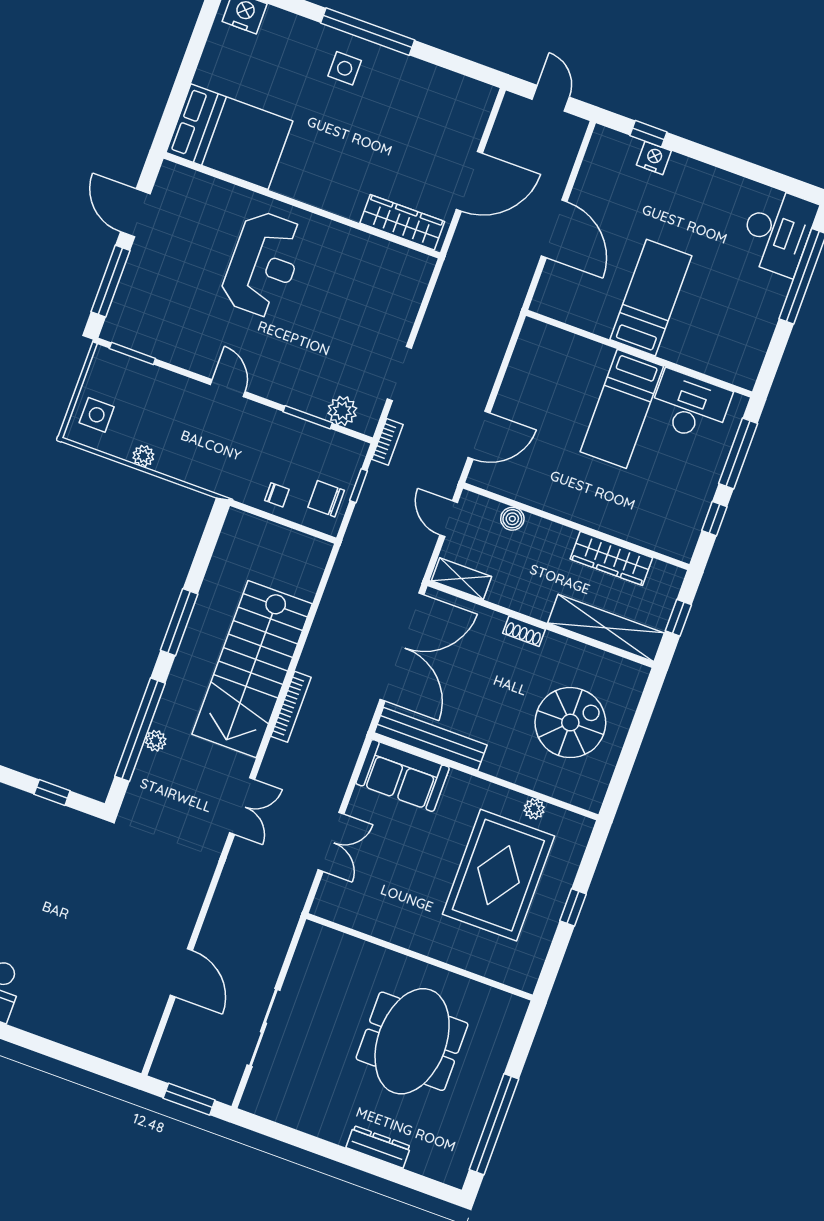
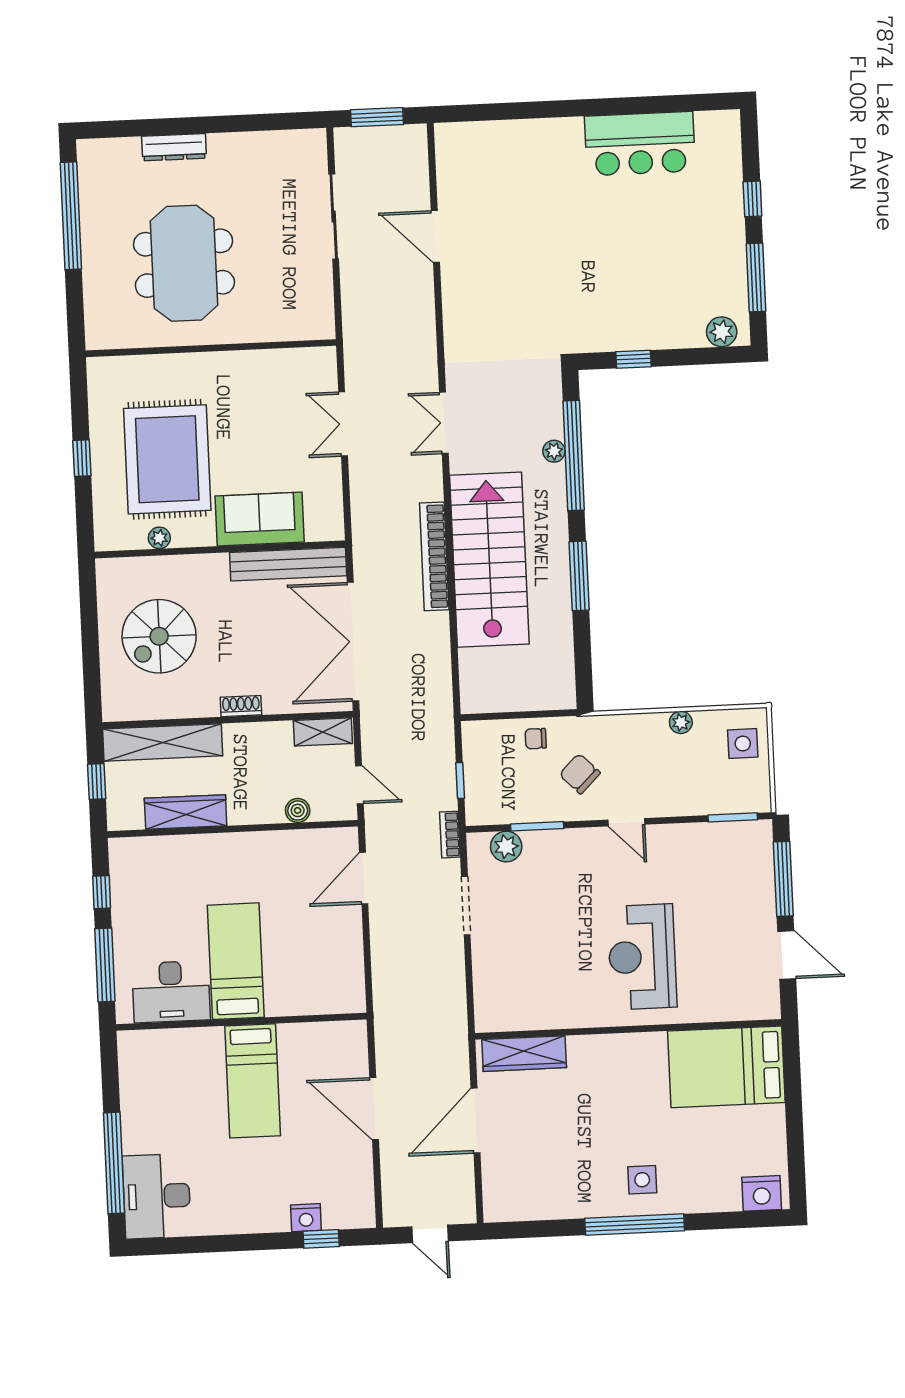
chair: (326, 499) -> (580, 774), moved, turned -135
bookcase: (291, 707) -> (434, 556), width x1.48, depth x1.31
sofa: (403, 775) -> (260, 519), moved

